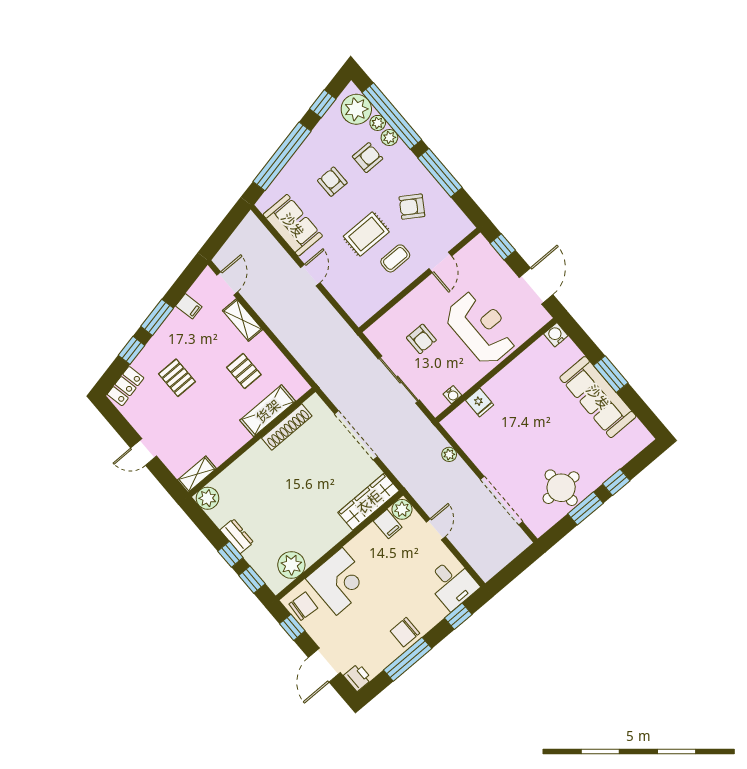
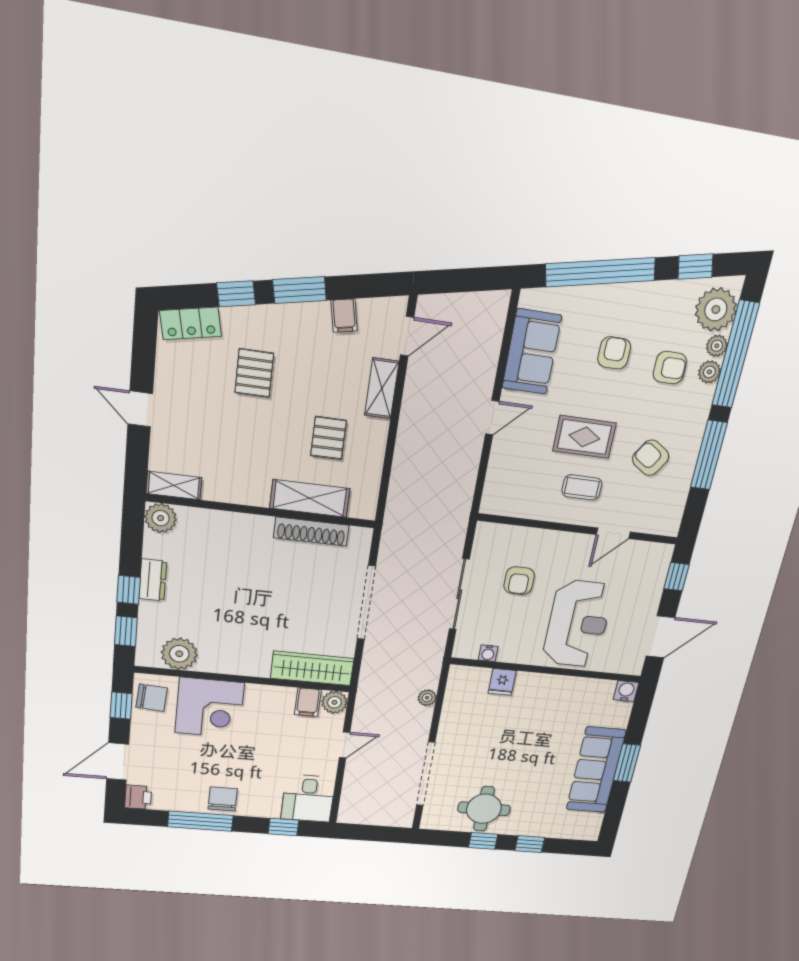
window: (585, 508) -> (483, 841), width x0.67
chair: (405, 632) -> (223, 799), turned 90

